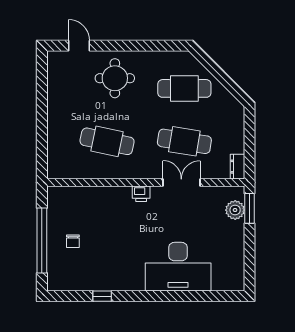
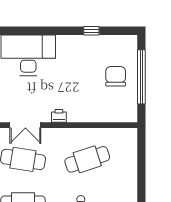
cafe table: (107, 141) -> (87, 159), turned -30
chair: (73, 241) -> (116, 76), width x1.87, depth x1.87

